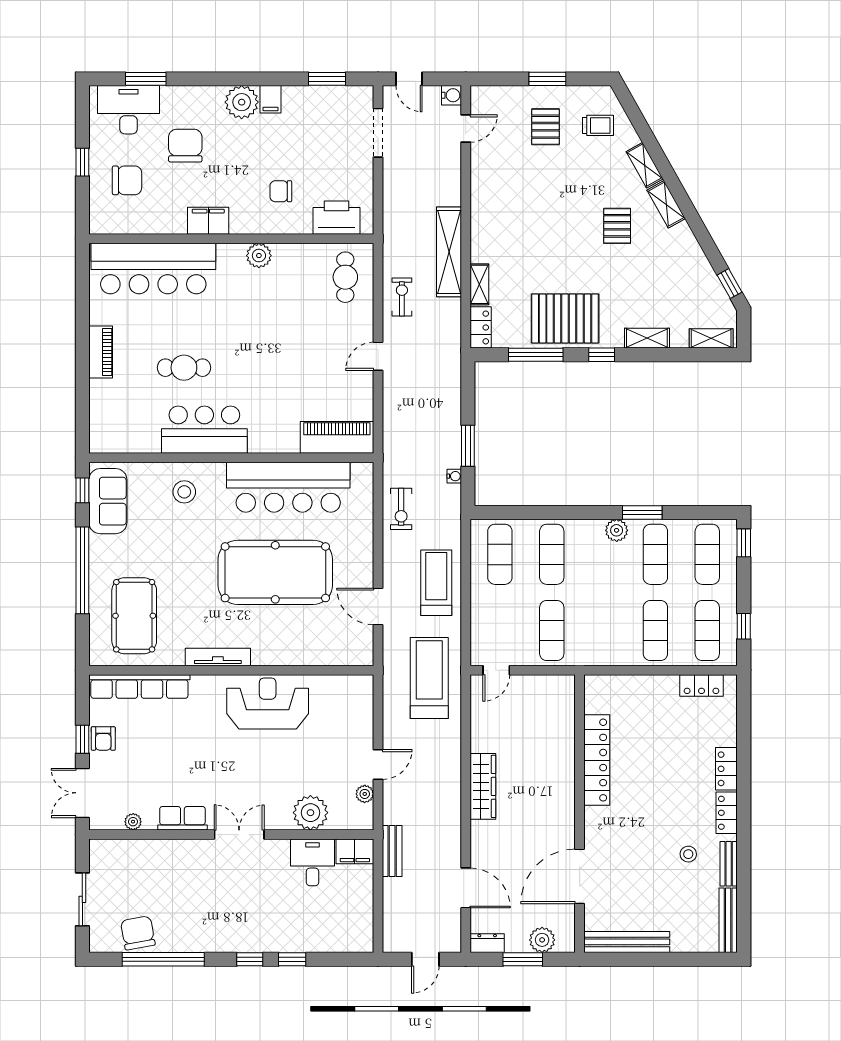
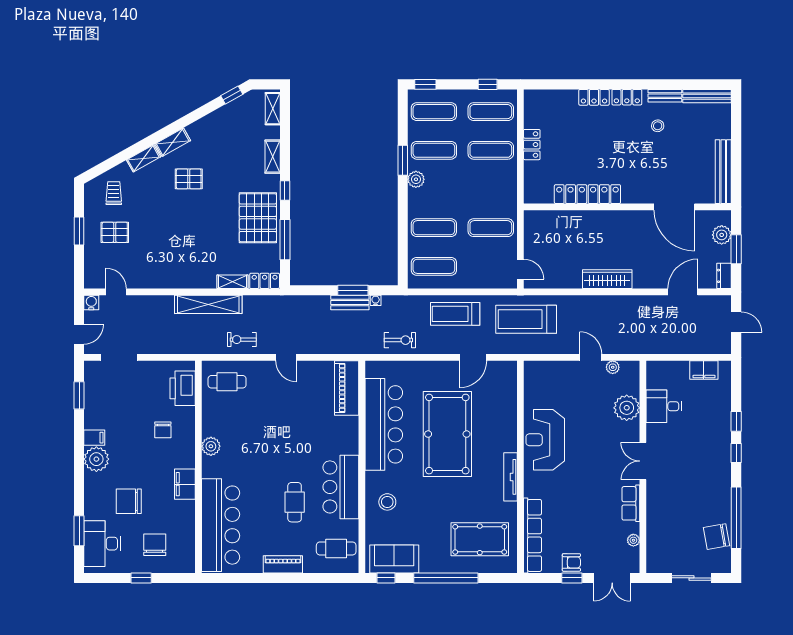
cafe table: (122, 423) -> (336, 548), added
locker: (701, 685) -> (532, 145), moved
filing cabinet: (355, 851) -> (704, 370), moved, turned 90
bench: (392, 851) -> (350, 303), moved

